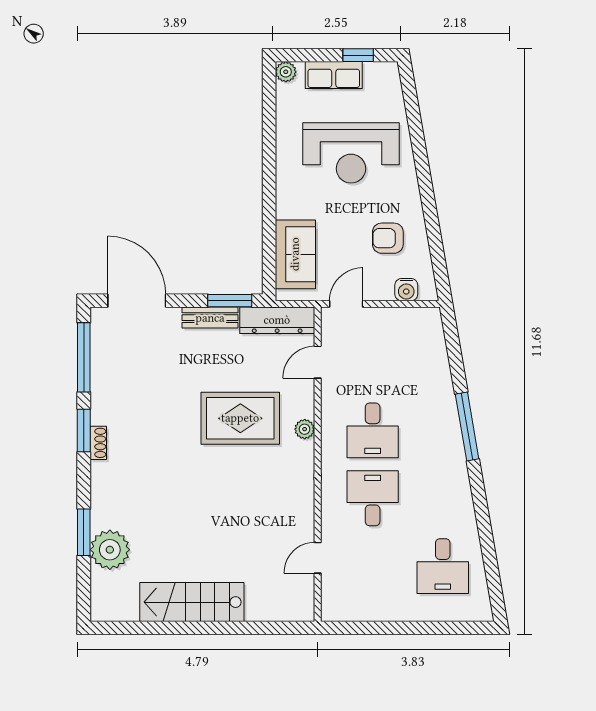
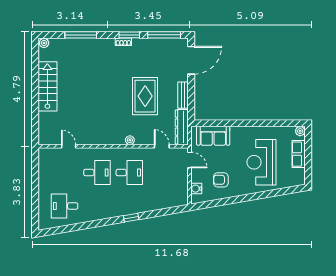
window: (358, 55) -> (308, 166), removed
armchair: (388, 238) -> (221, 180), turned -90
window: (230, 301) -> (191, 104), removed
rug: (240, 418) -> (145, 96), moved
window: (467, 426) -> (131, 218), width x0.46
desk: (373, 430) -> (129, 173), turned 180
window: (84, 532) -> (81, 35), width x1.44
plant: (110, 550) -> (44, 43), moved, width x0.53, depth x0.53

